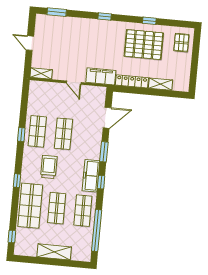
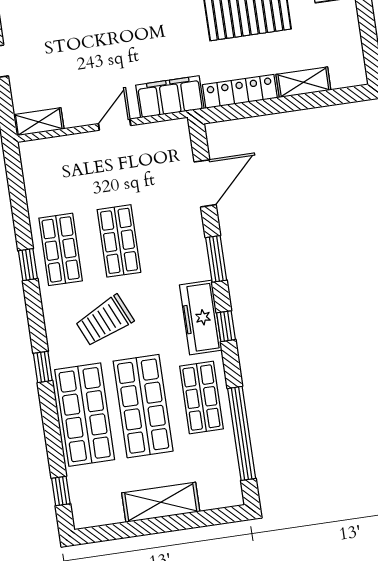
door: (74, 83) -> (115, 125), swing flipped
trolley: (49, 167) -> (105, 321), turned -114
shop shelf: (57, 208) -> (143, 406), width x1.43, depth x1.36

